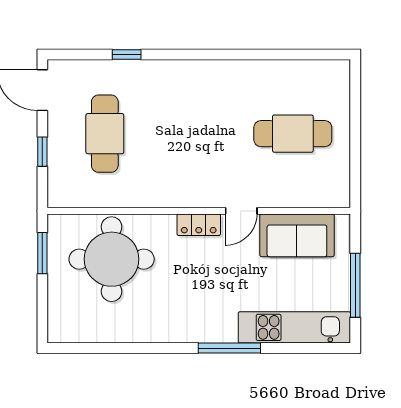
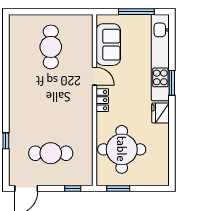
window: (42, 152) -> (73, 189), moved
kitchen unit: (294, 327) -> (160, 58), width x1.36
fridge: (176, 328) -> (161, 113), added
window: (229, 348) -> (172, 83), width x0.69

